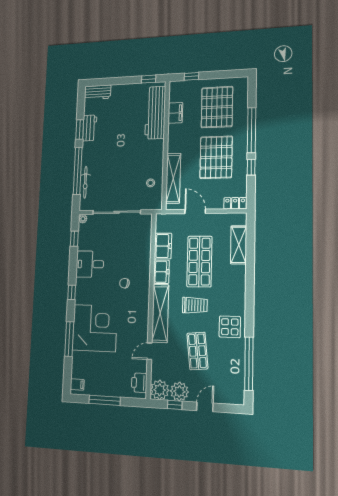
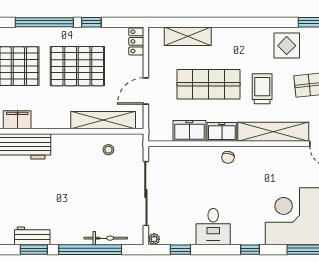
chair: (124, 283) -> (228, 157), moved

